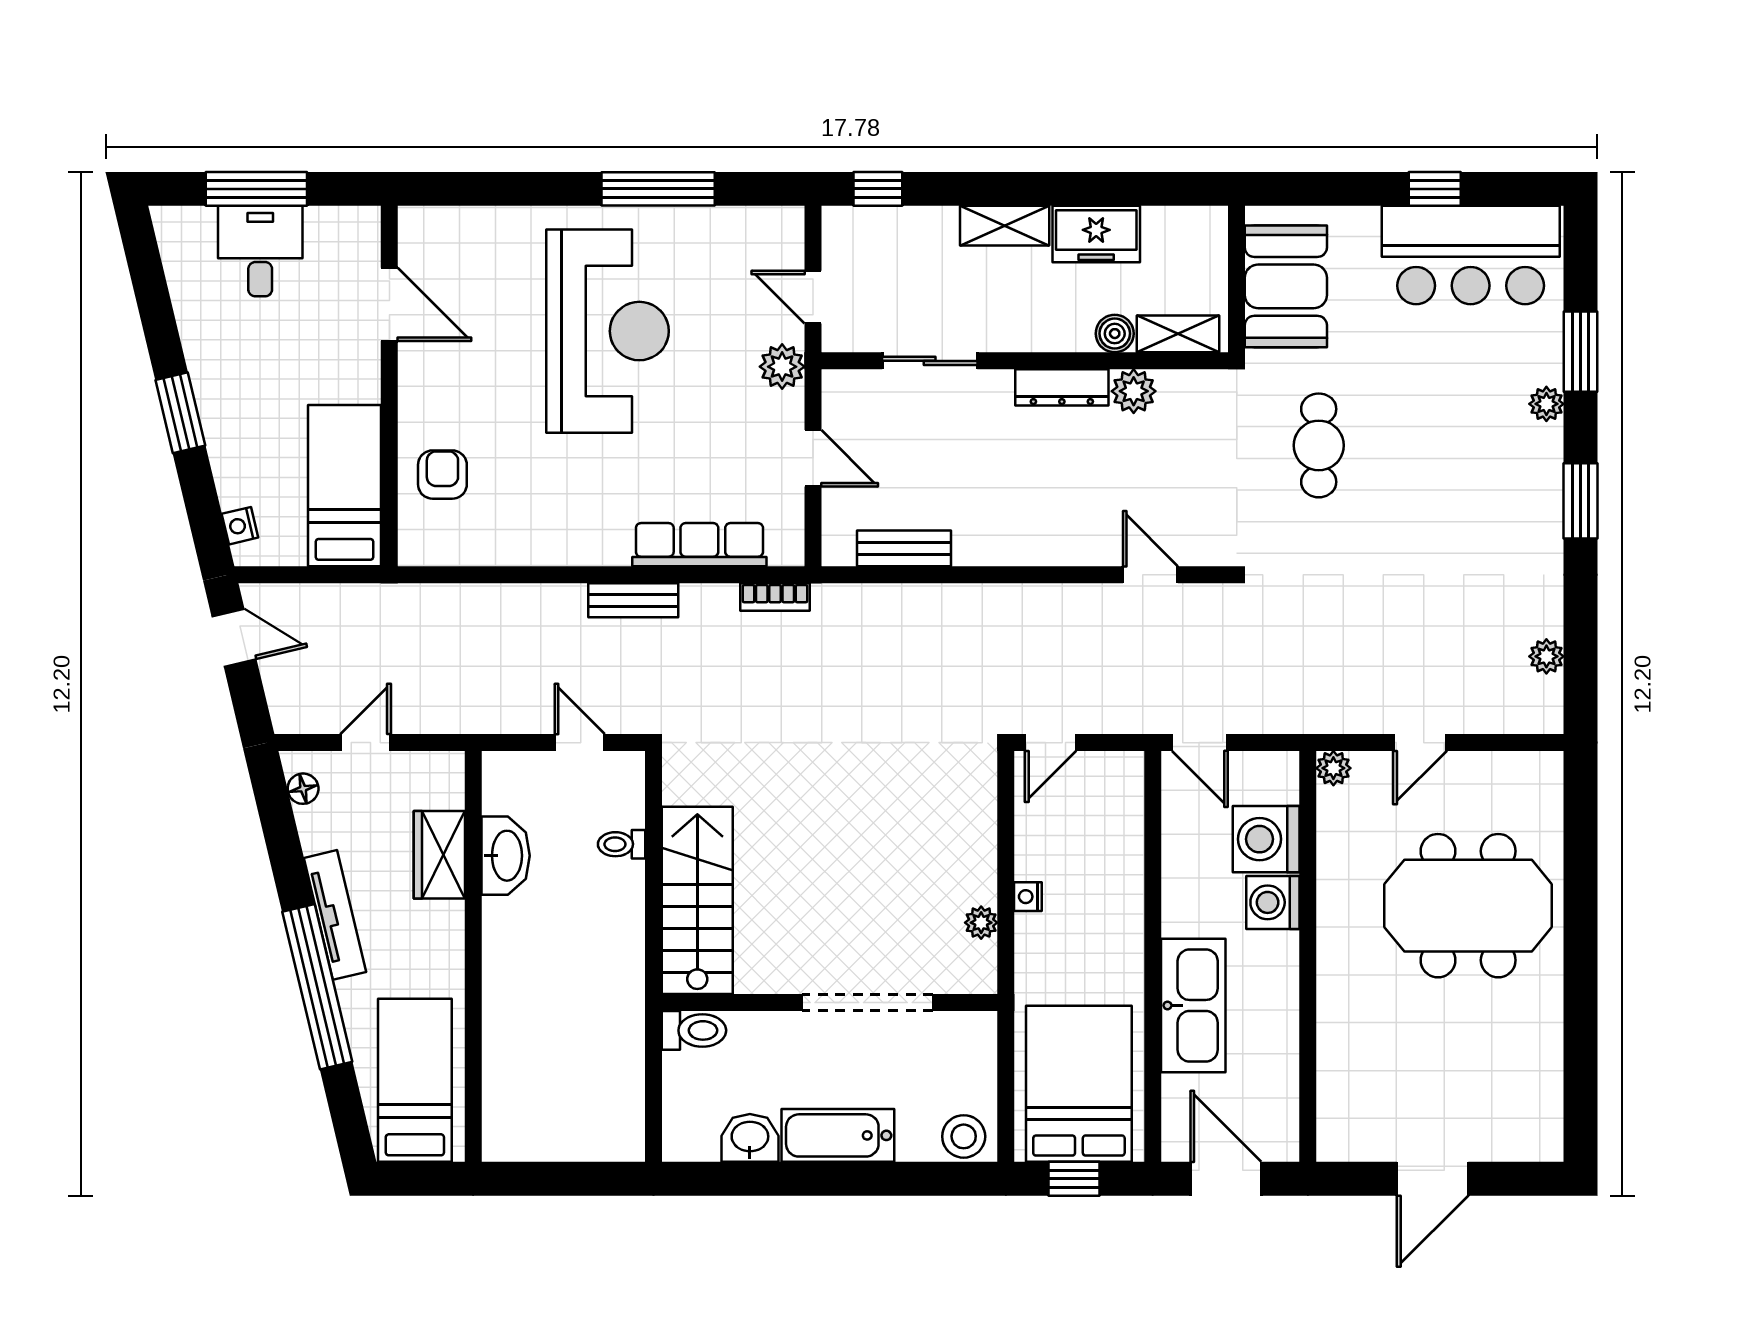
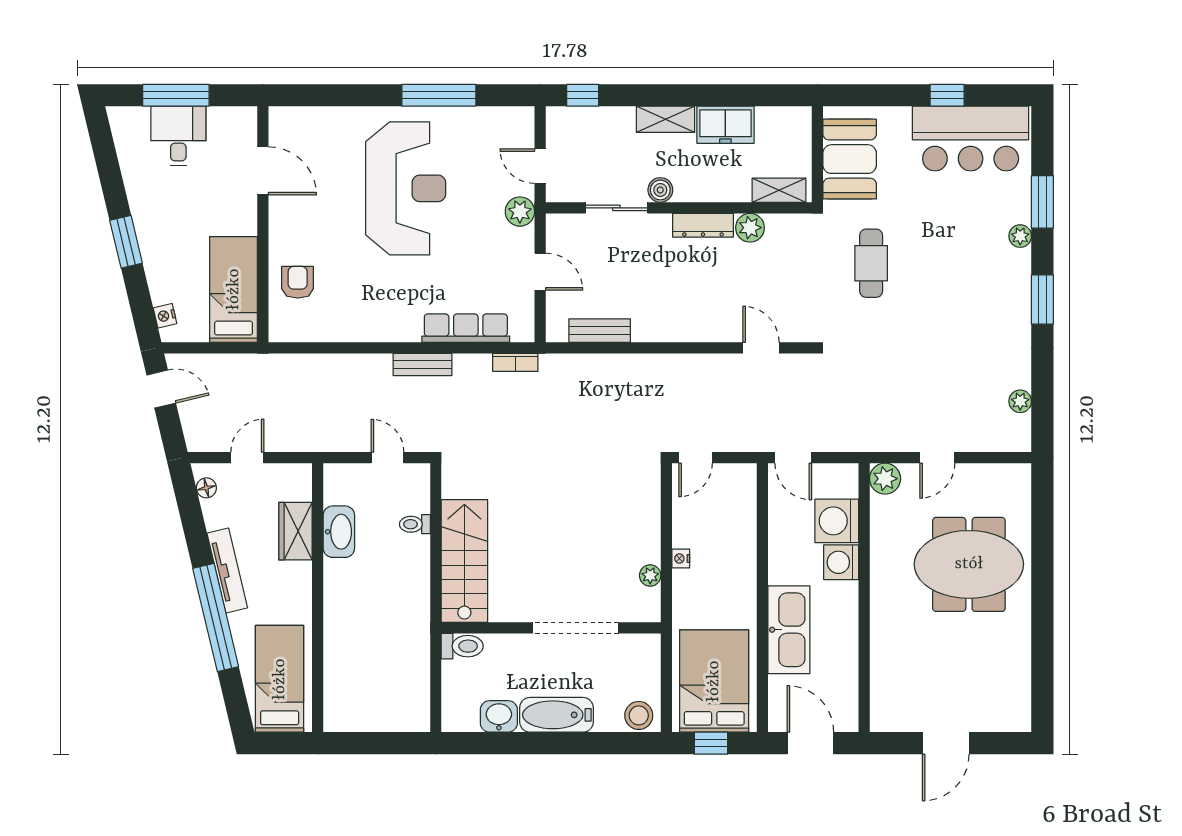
boiler: (1115, 334) -> (660, 190), moved
plant: (1333, 768) -> (885, 479), width x1.38, depth x1.38

